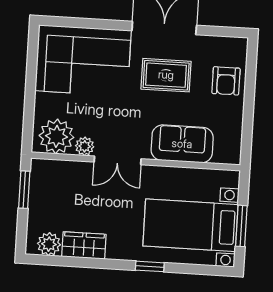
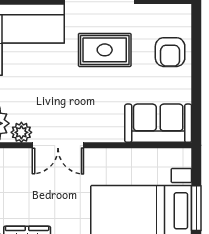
sofa: (182, 144) -> (158, 123), moved

